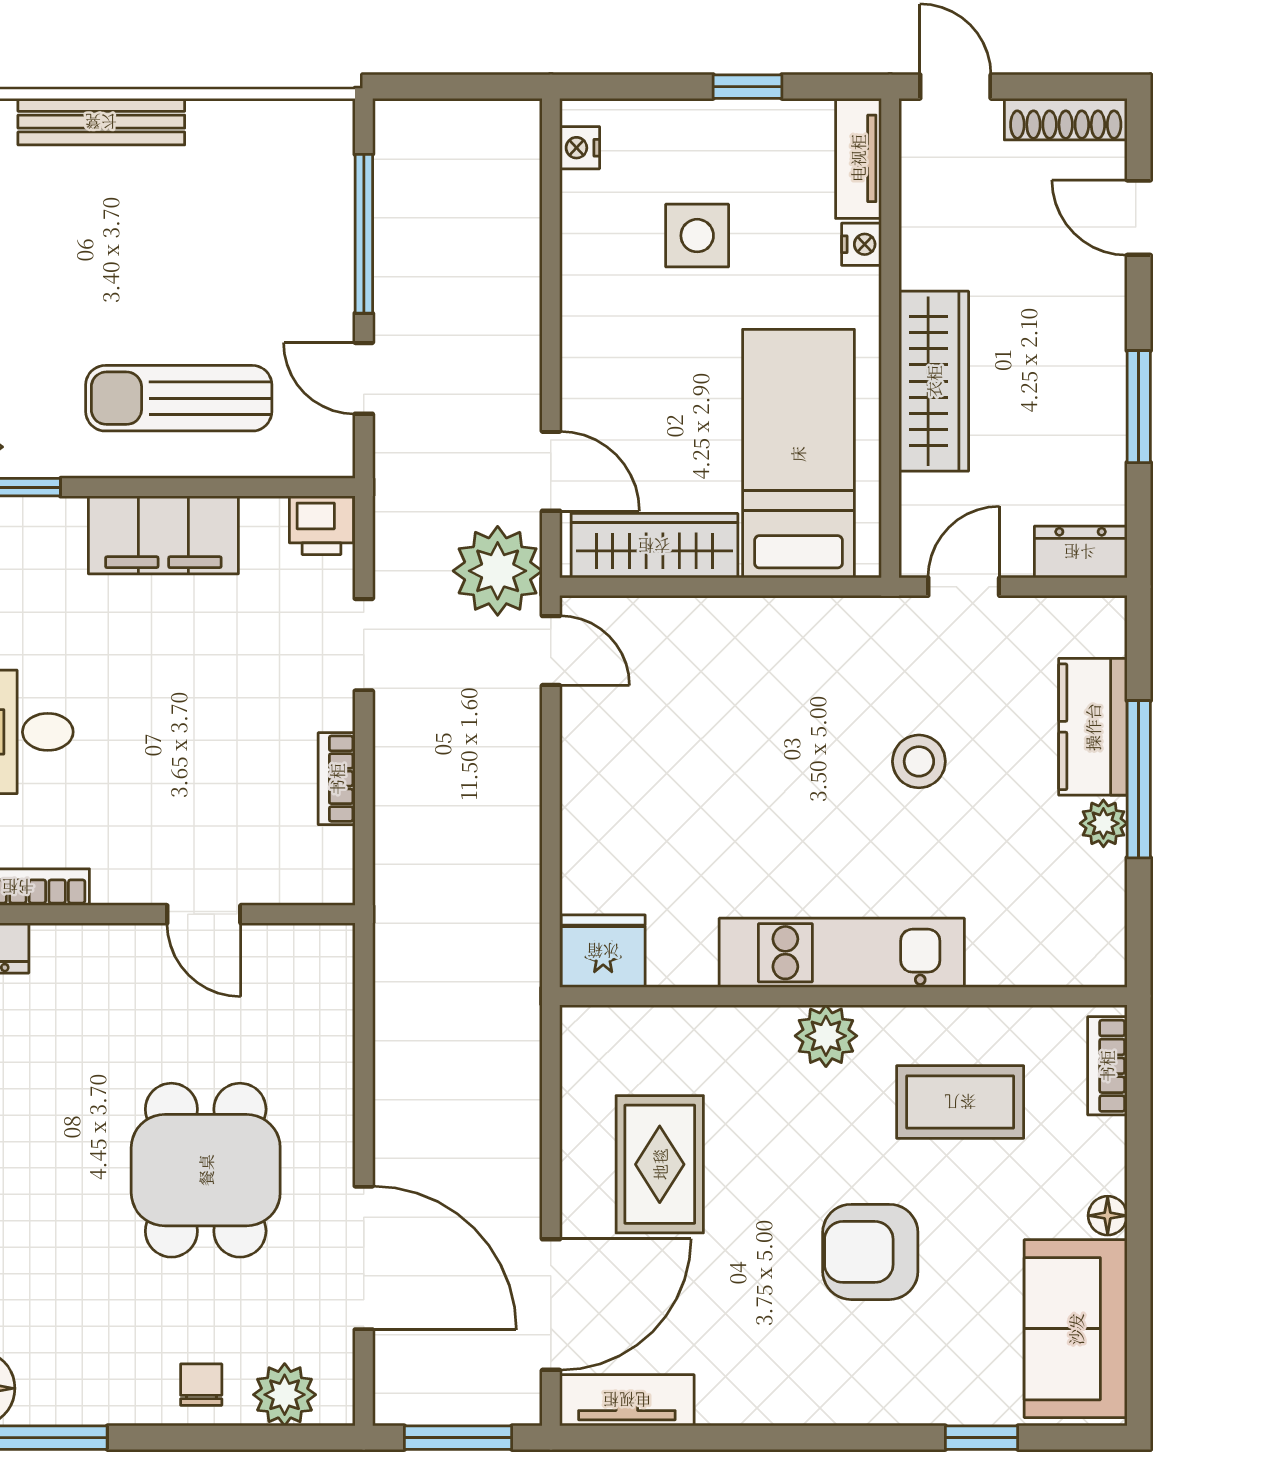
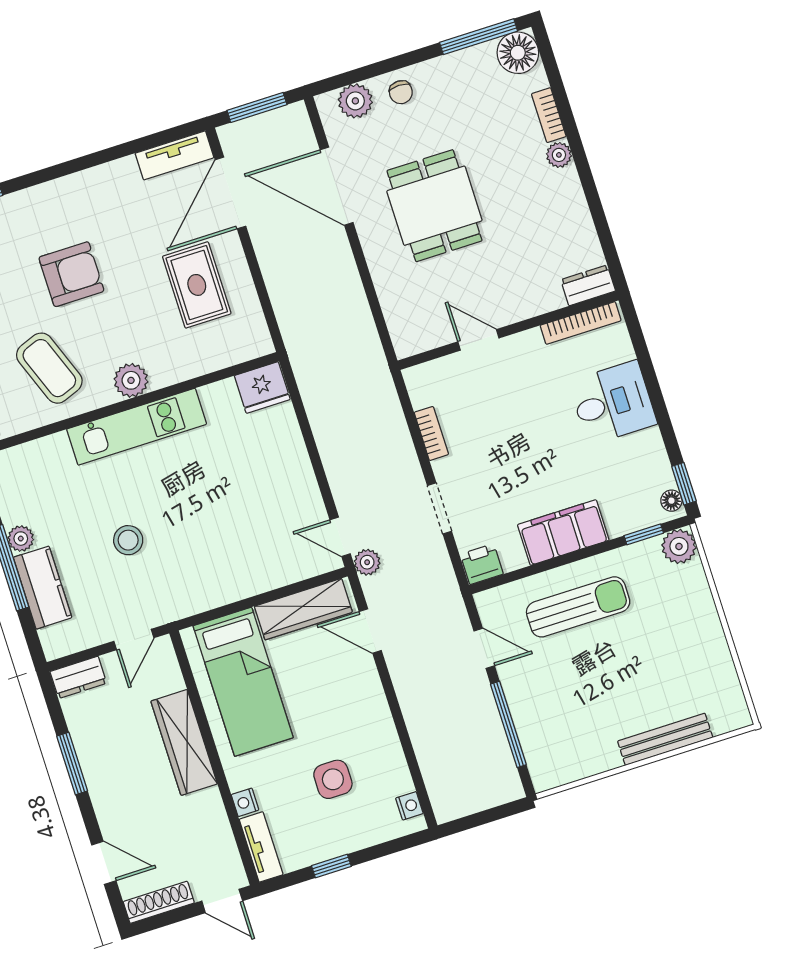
plant: (498, 571) -> (367, 562), width x0.53, depth x0.53
coffee table: (960, 1102) -> (49, 368), turned 69

